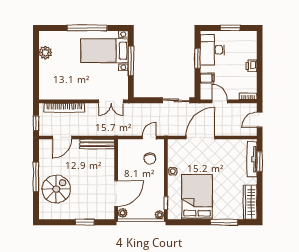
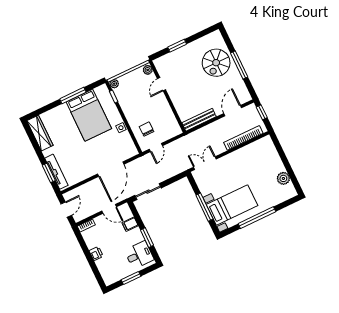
desk: (212, 50) -> (139, 255), width x0.73
door: (116, 193) -> (161, 84), width x0.53
window: (224, 222) -> (73, 96), moved

